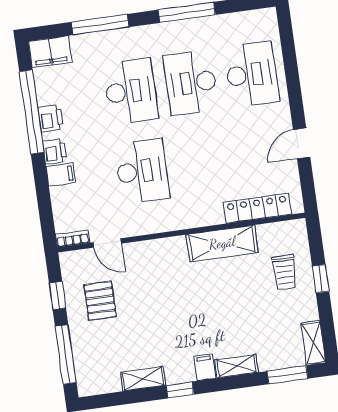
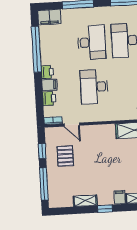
printer: (51, 118) -> (49, 98), moved
desk: (142, 171) -> (94, 87), turned 180

